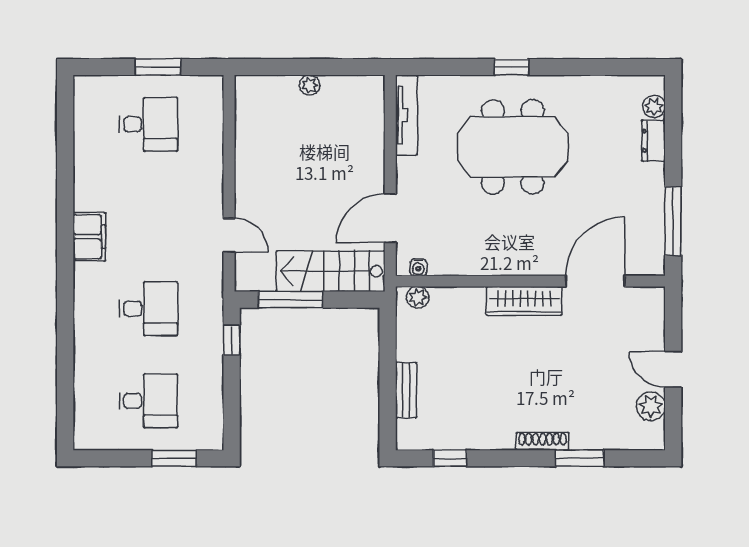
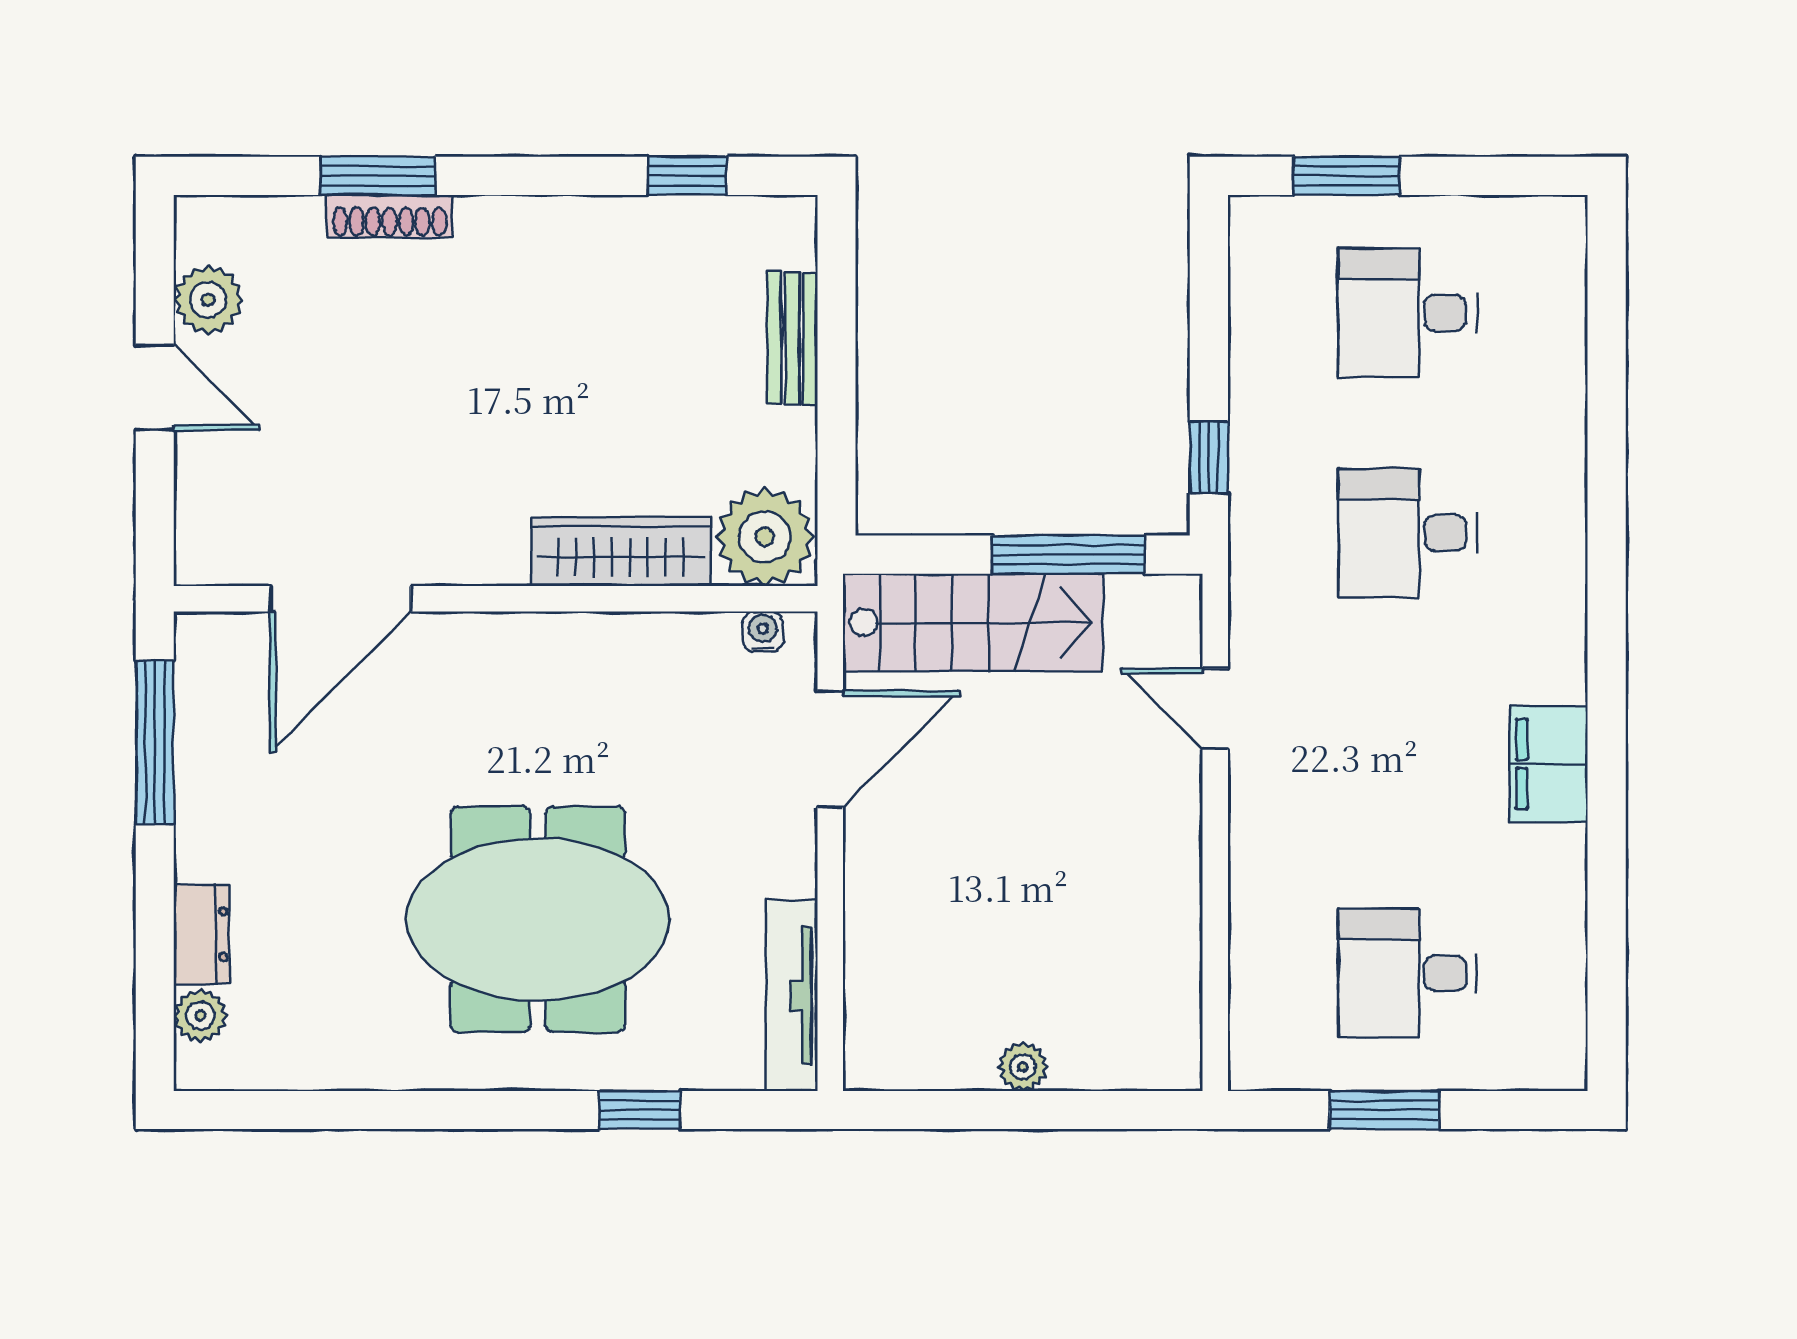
window: (512, 67) -> (640, 1110), moved
filing cabinet: (89, 237) -> (1549, 764), moved
plant: (418, 297) -> (765, 537), width x1.88, depth x1.88
wardrobe: (524, 301) -> (621, 551), moved
shoe rack: (543, 441) -> (390, 216), moved

